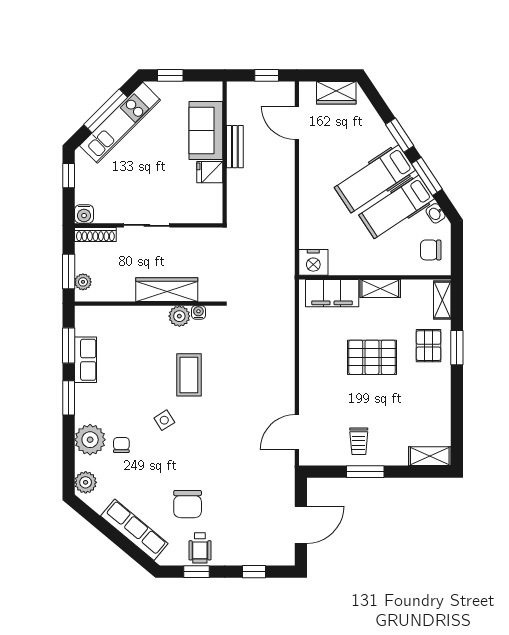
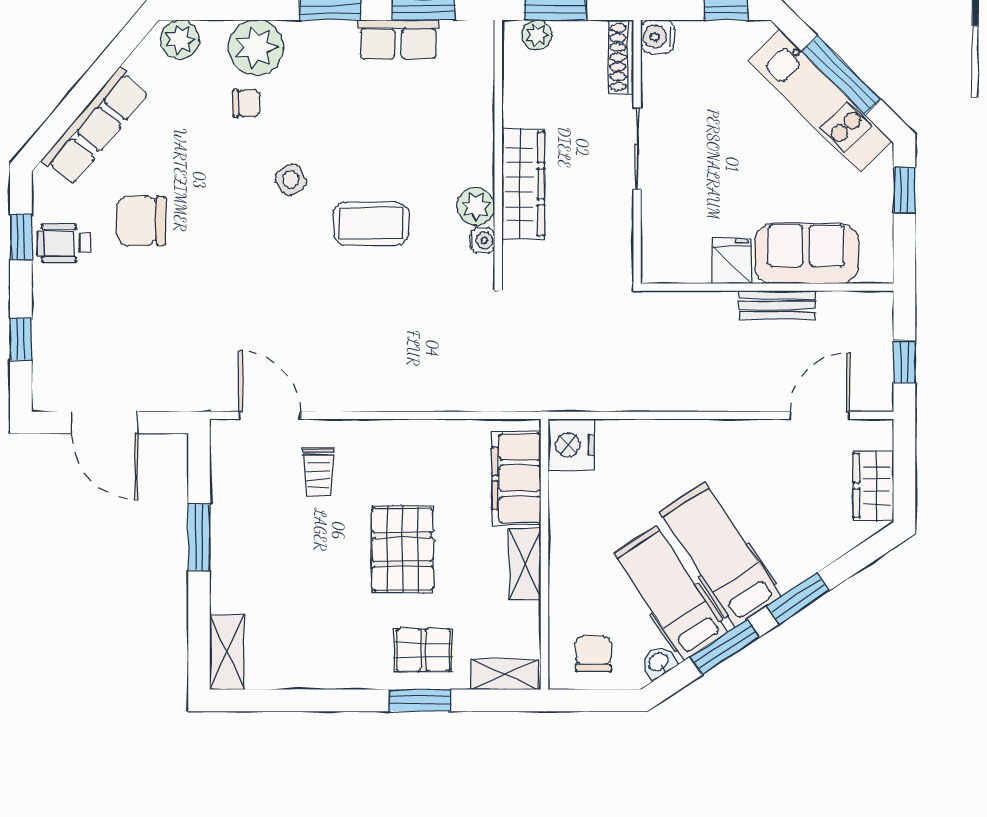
trolley: (359, 441) -> (318, 472), moved, turned -90

